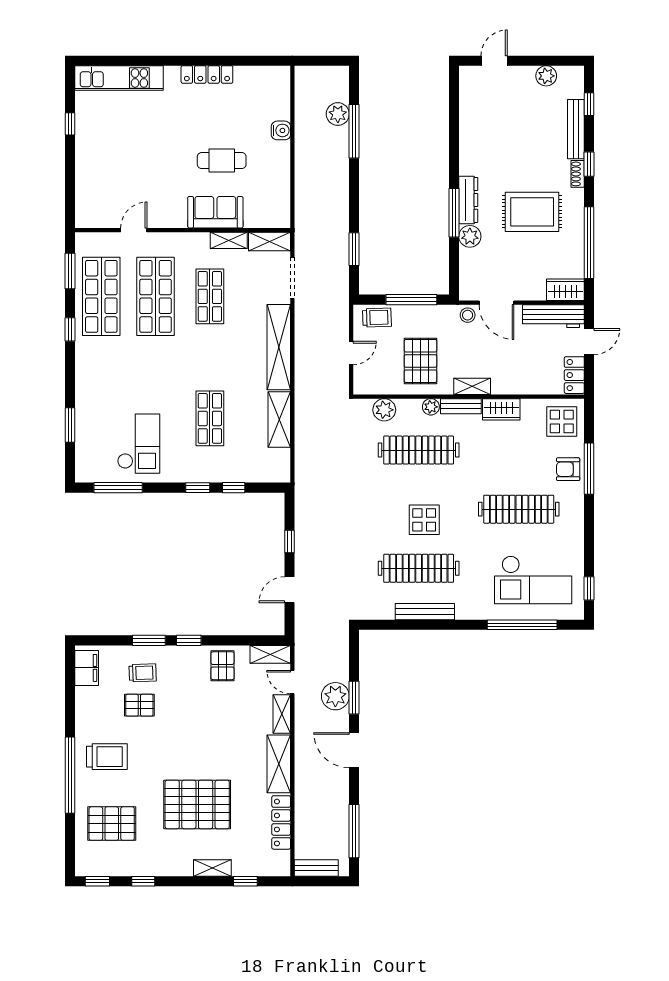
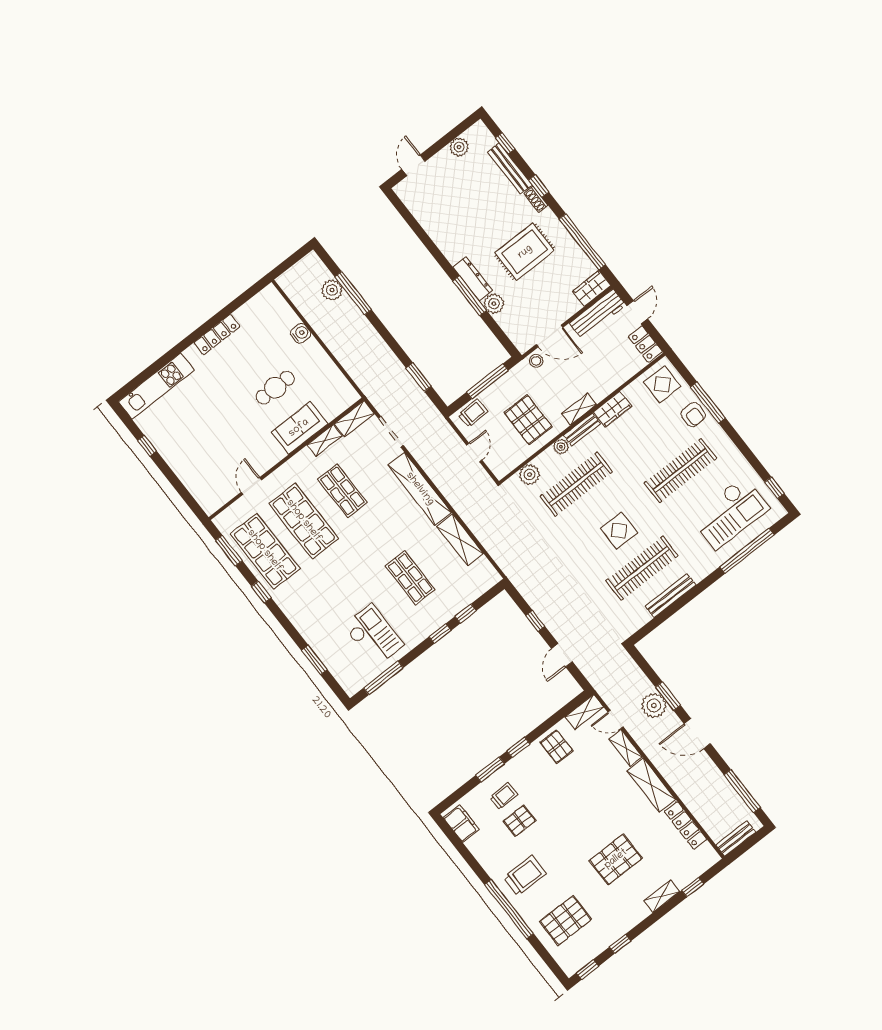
armchair: (568, 469) -> (693, 415), turned -90
pallet: (197, 804) -> (616, 859), width x0.73, depth x0.71

